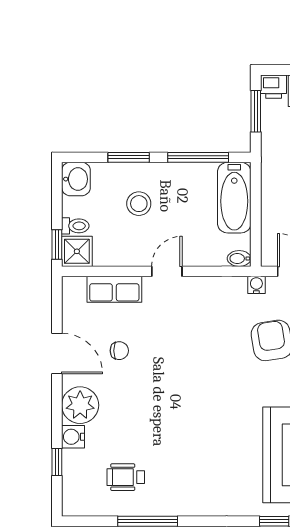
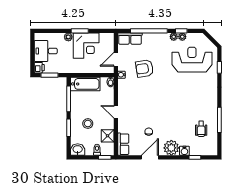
shower: (77, 251) -> (108, 136), moved
row of seats: (114, 289) -> (123, 144), moved

